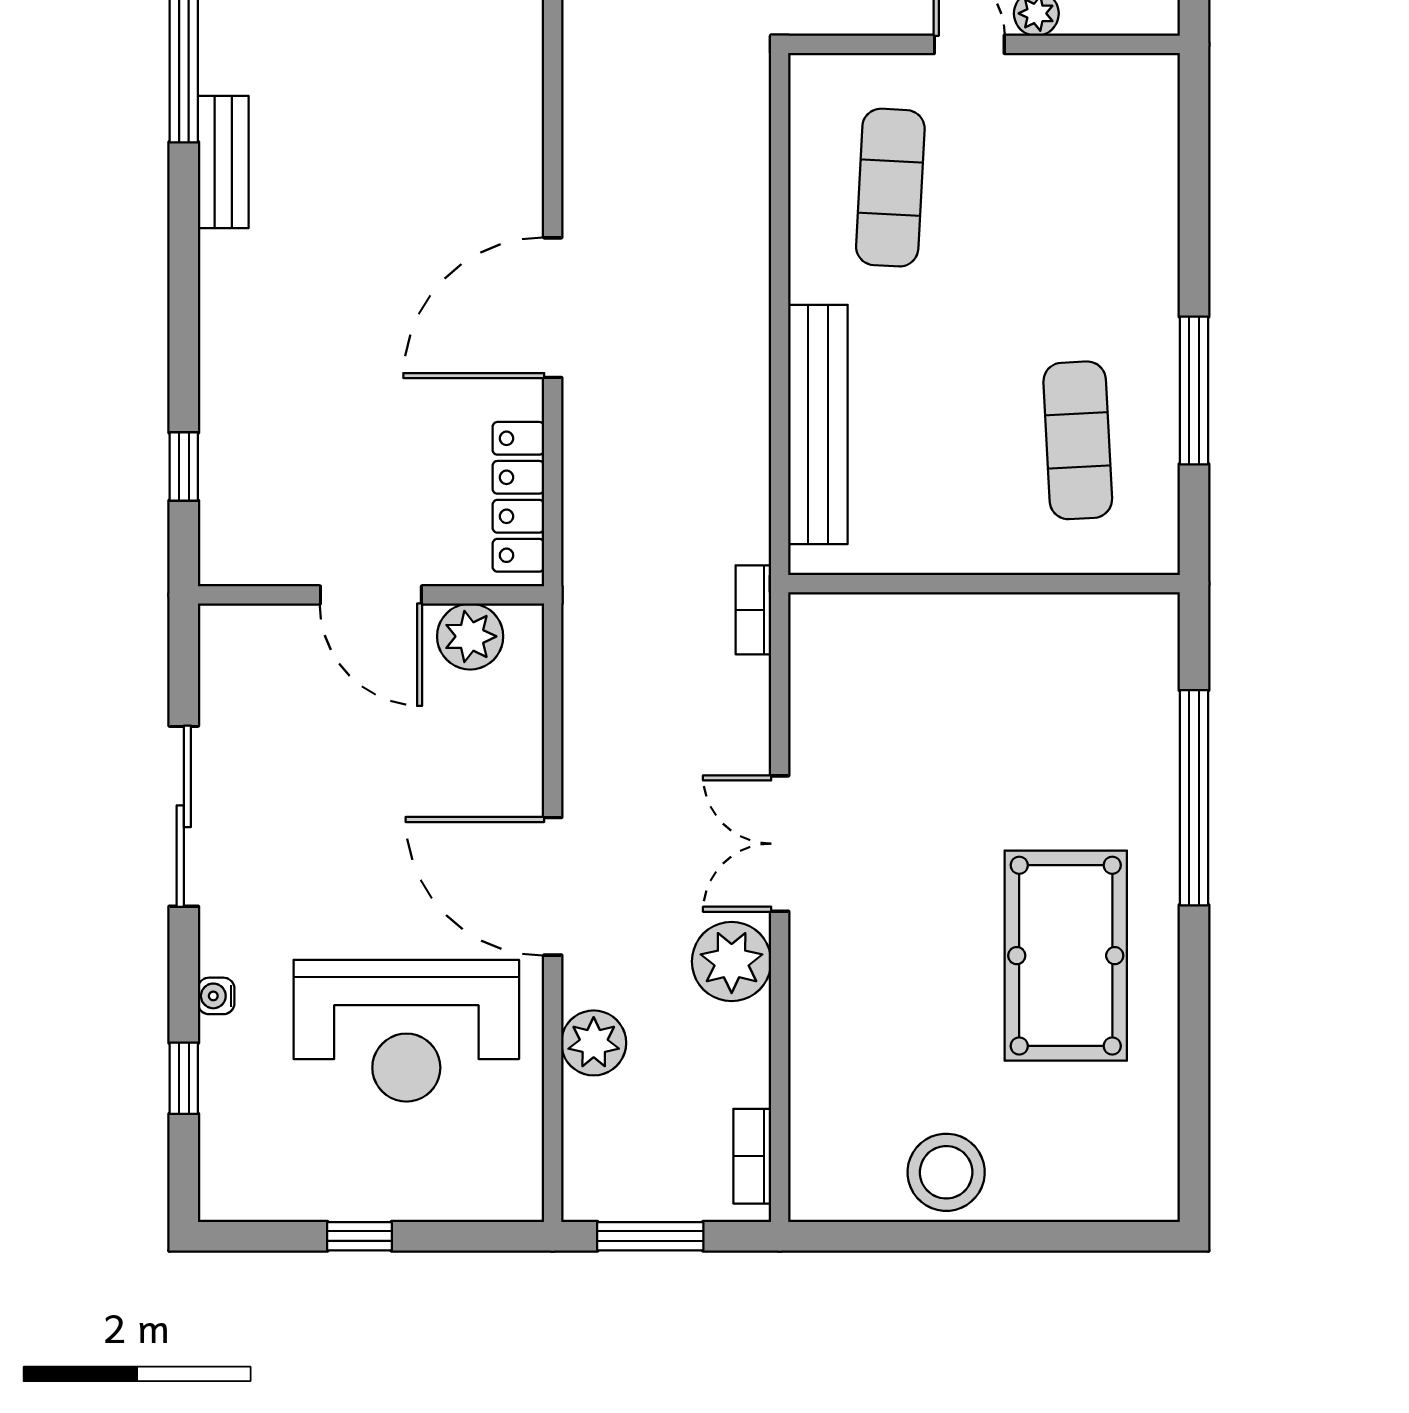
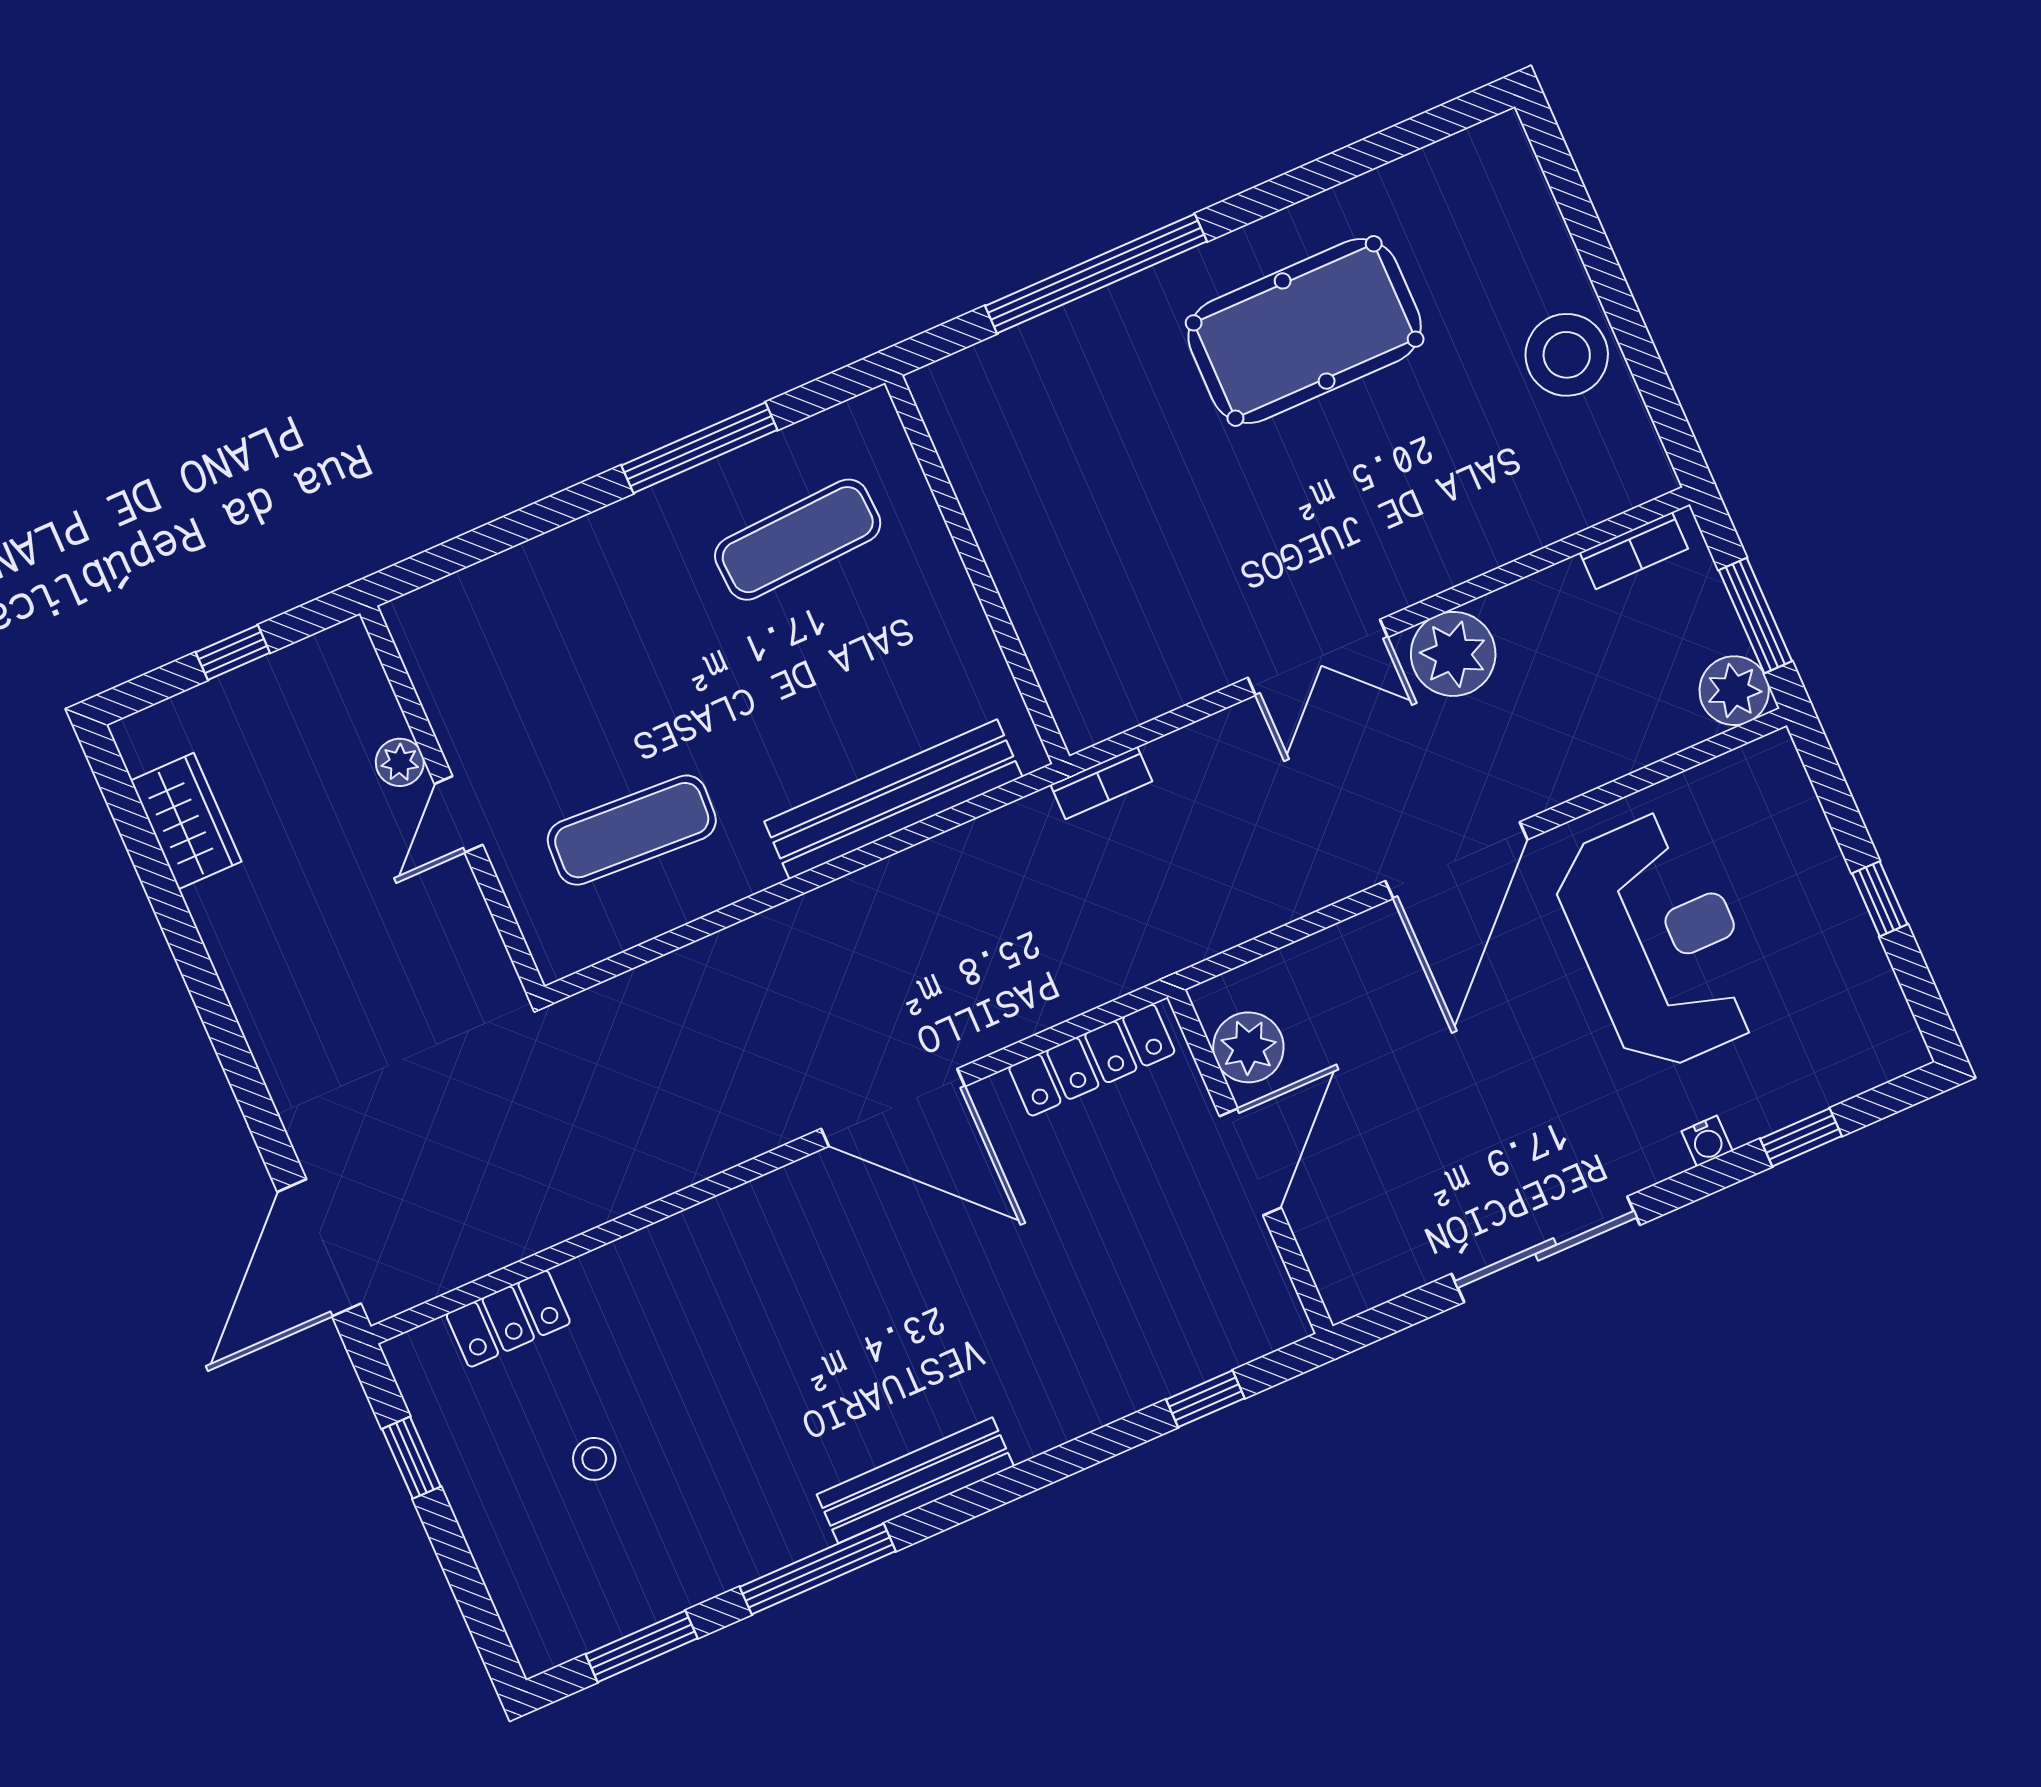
bench: (223, 162) -> (915, 1480), width x1.36
plant: (594, 1043) -> (1734, 691), moved

